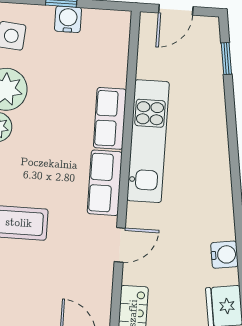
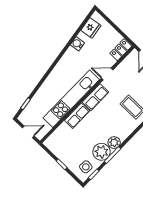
water cooler: (68, 19) -> (64, 157), removed
kitchen unit: (148, 141) -> (71, 99), width x1.36

